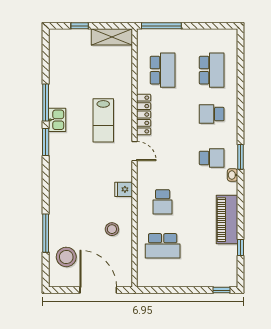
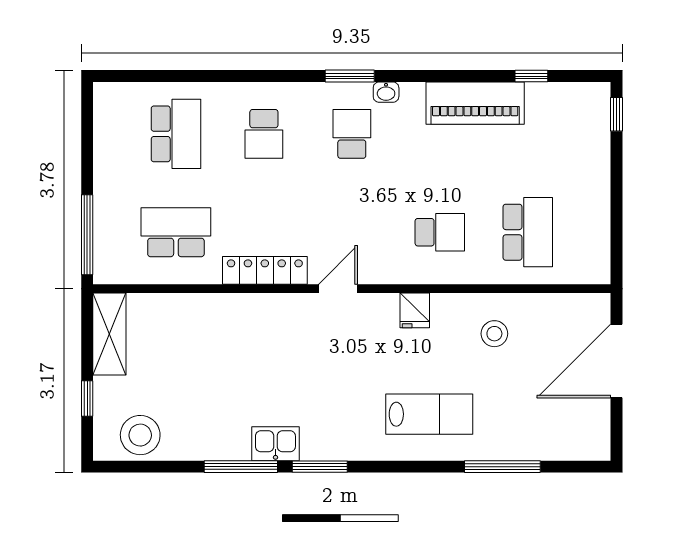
school desk: (212, 70) -> (176, 134), turned 90
lab bench: (103, 120) -> (429, 414), moved
stool: (66, 257) -> (140, 435), moved

